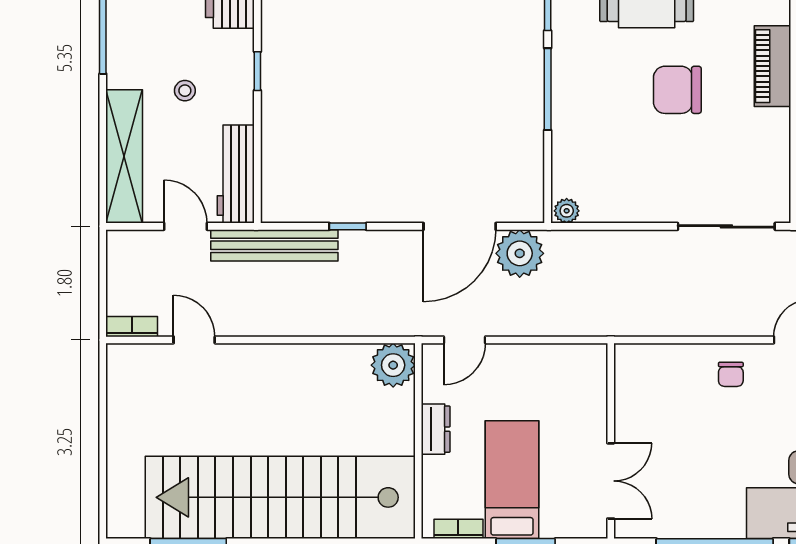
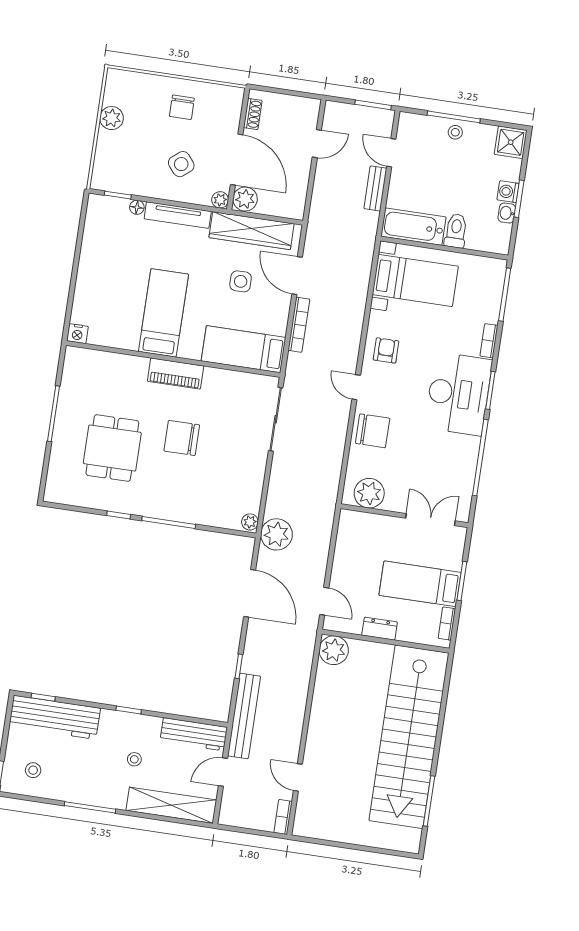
chair: (677, 90) -> (182, 438), turned 90
plant: (520, 253) -> (276, 534), moved
door: (194, 340) -> (298, 777), hinge flipped
chair: (731, 374) -> (373, 431), width x1.87, depth x1.87
plant: (636, 383) -> (369, 493), added

